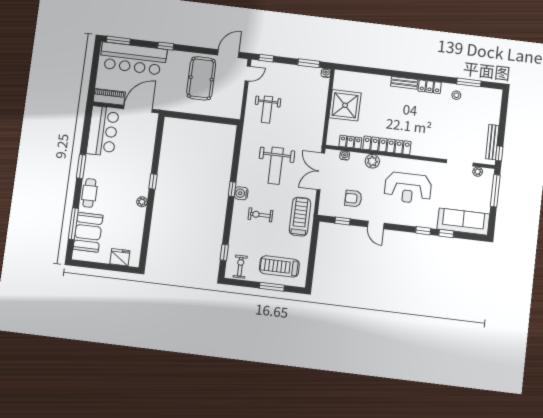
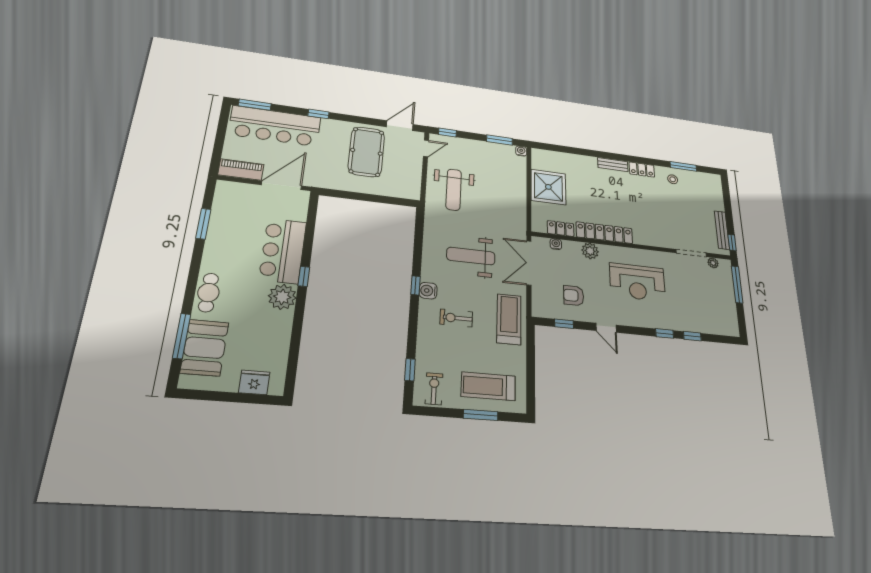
weight bench: (267, 110) -> (454, 190), width x1.36, depth x1.33
bar counter: (103, 131) -> (283, 251), moved, turned 180
window: (81, 166) -> (203, 224), moved
weight bench: (276, 166) -> (471, 256), turned 90
plant: (142, 202) -> (282, 297), width x1.87, depth x1.87
sofa: (463, 222) -> (709, 321), removed

